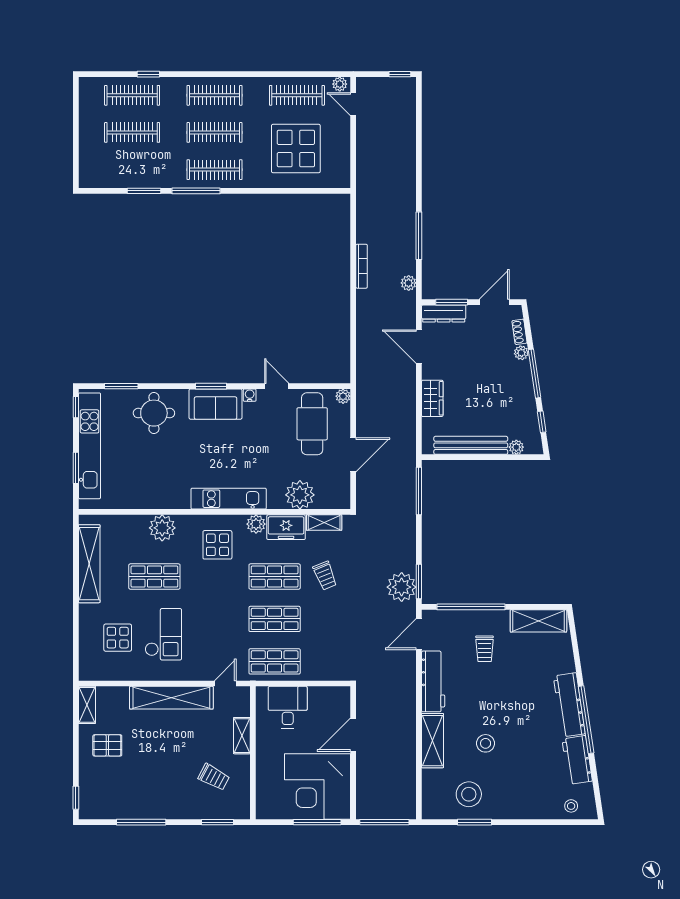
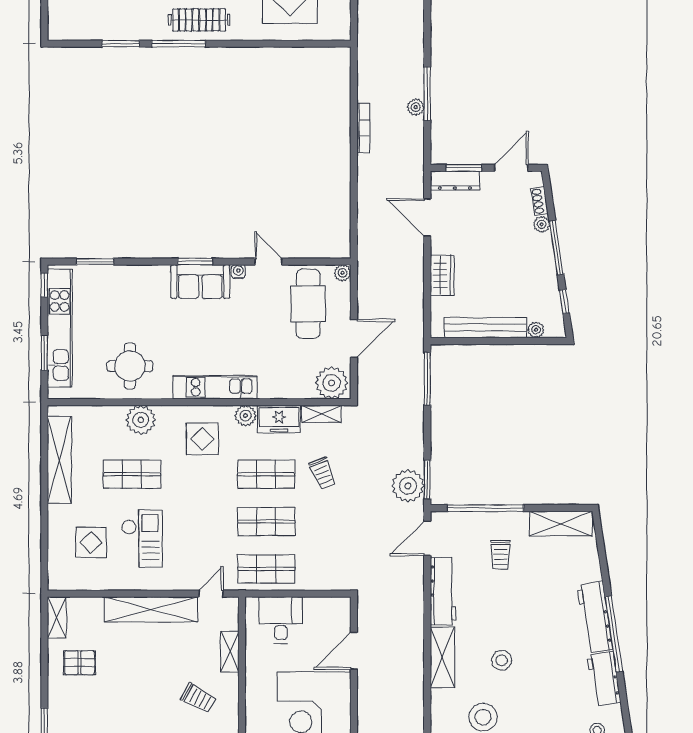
plant: (409, 283) -> (416, 107), moved
round table: (154, 413) -> (130, 366), moved
plant: (300, 495) -> (332, 383), moved

